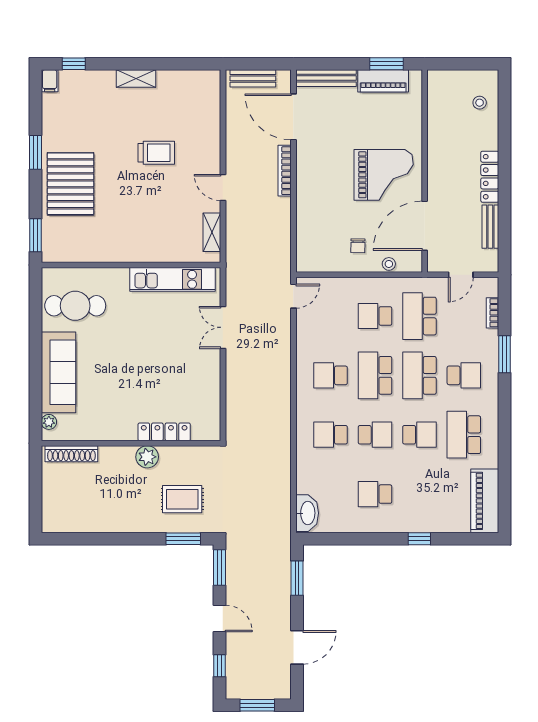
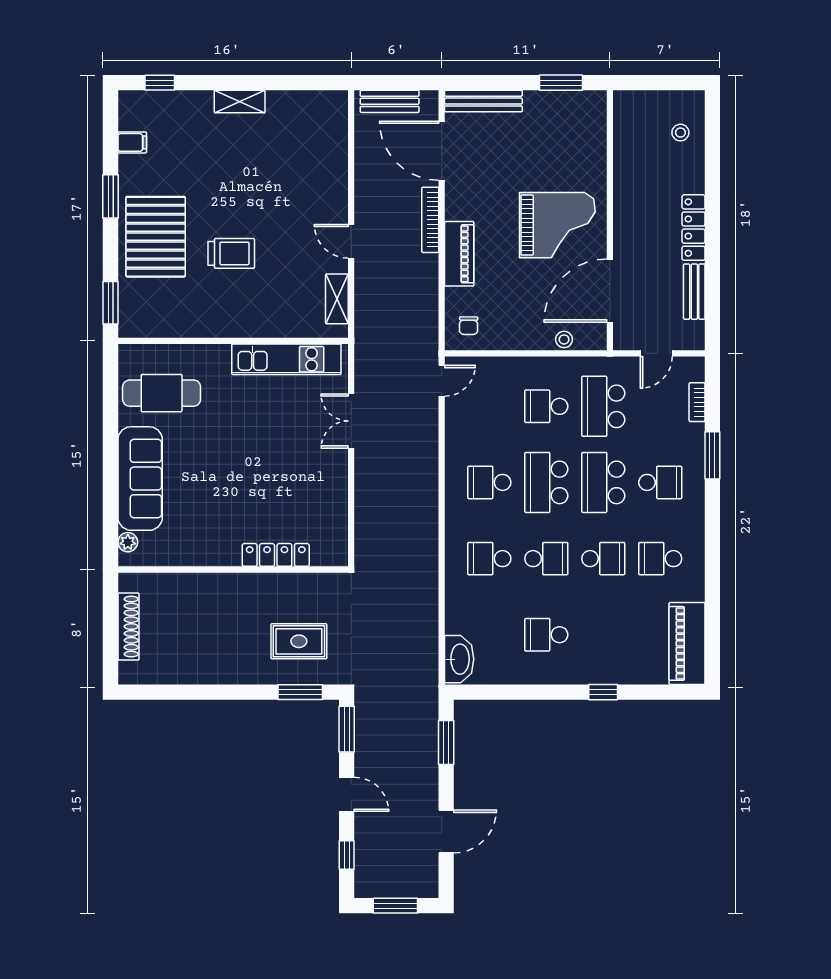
filing cabinet: (50, 81) -> (132, 142), moved, turned -90
piano: (383, 81) -> (459, 254), moved, turned -90
trolley: (156, 153) -> (231, 253), moved
chair: (358, 246) -> (469, 326), moved
school desk: (464, 435) -> (660, 559), width x0.54
shoe rack: (71, 454) -> (128, 627), moved, turned -90
plant: (147, 457) -> (254, 587), removed

